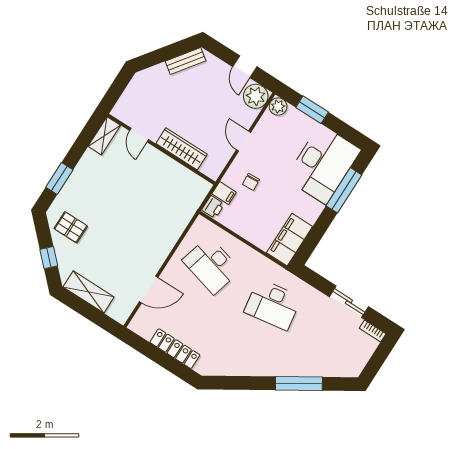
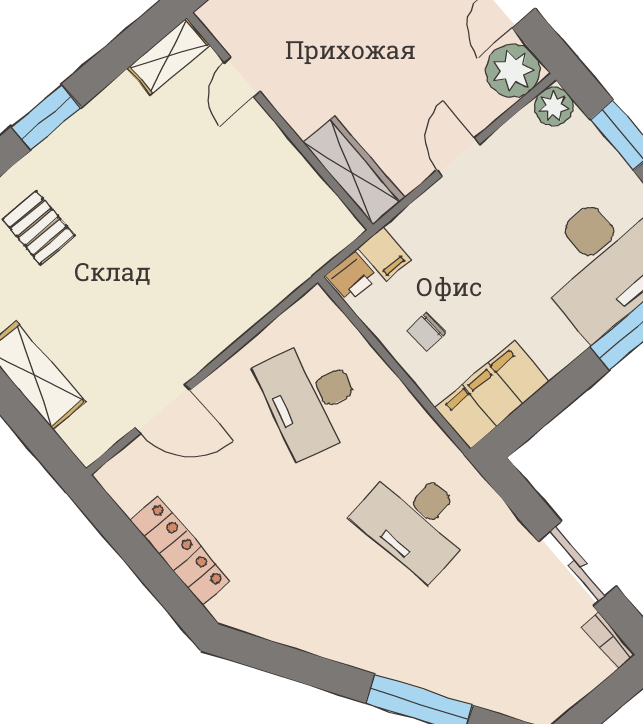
wardrobe: (182, 149) -> (354, 170), moved
chair: (251, 182) -> (426, 332), moved

